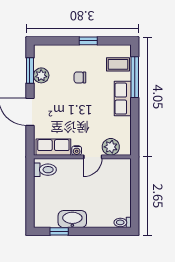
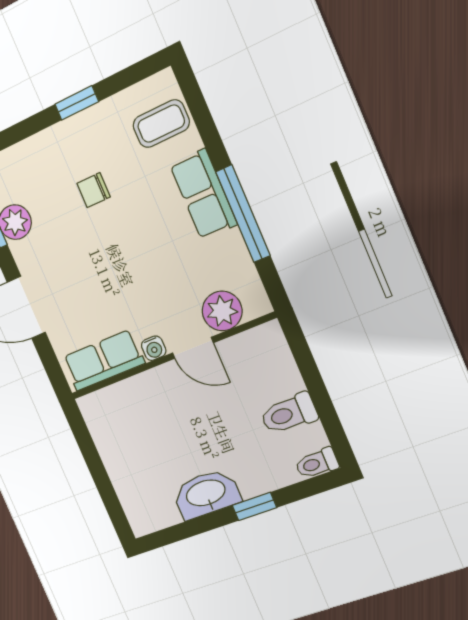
window: (135, 77) -> (243, 214), moved
door: (93, 157) -> (193, 348), hinge flipped
toilet: (45, 170) -> (289, 414), moved, turned 180
window: (59, 231) -> (254, 506), moved

